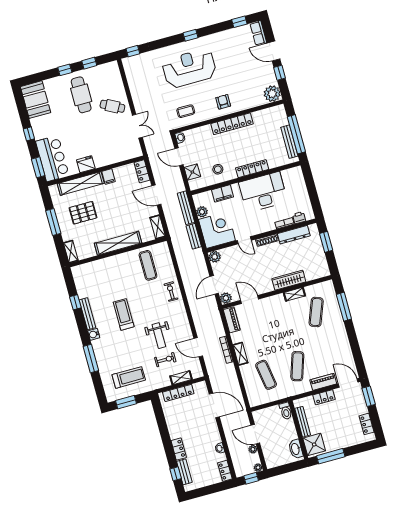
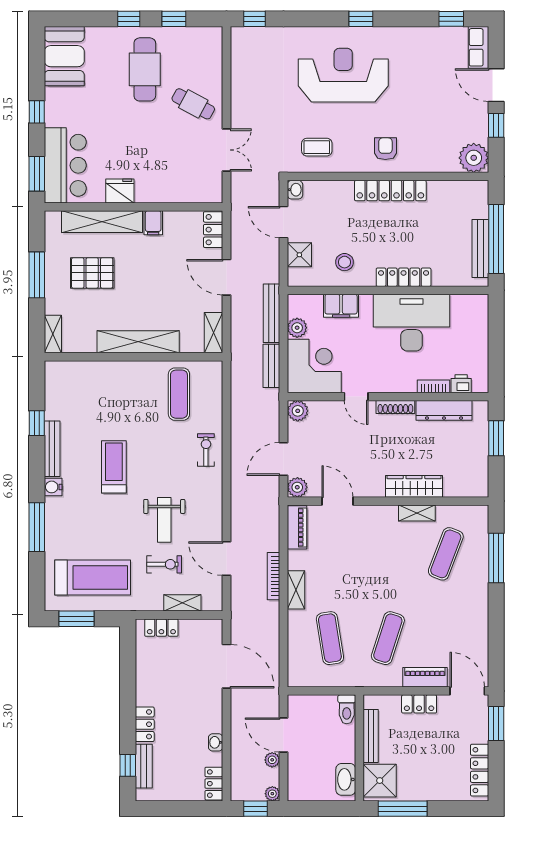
treadmill: (129, 377) -> (93, 578), width x1.37, depth x1.38
locker: (178, 393) -> (161, 628), width x0.66
locker: (367, 424) -> (480, 770), width x1.53

